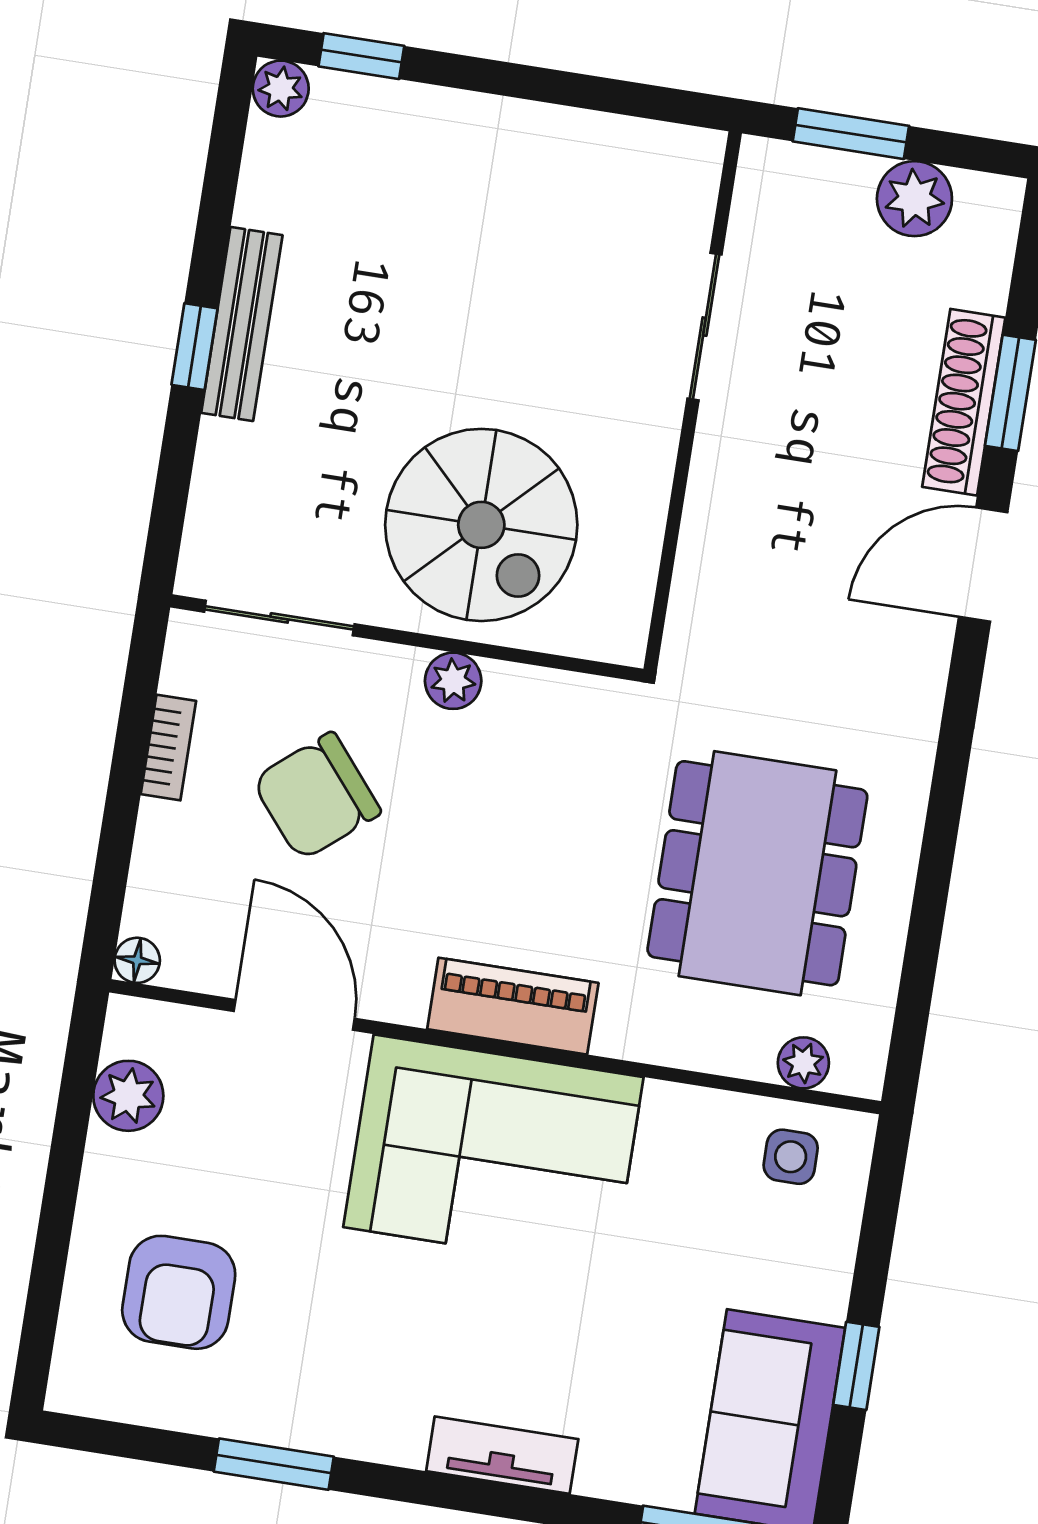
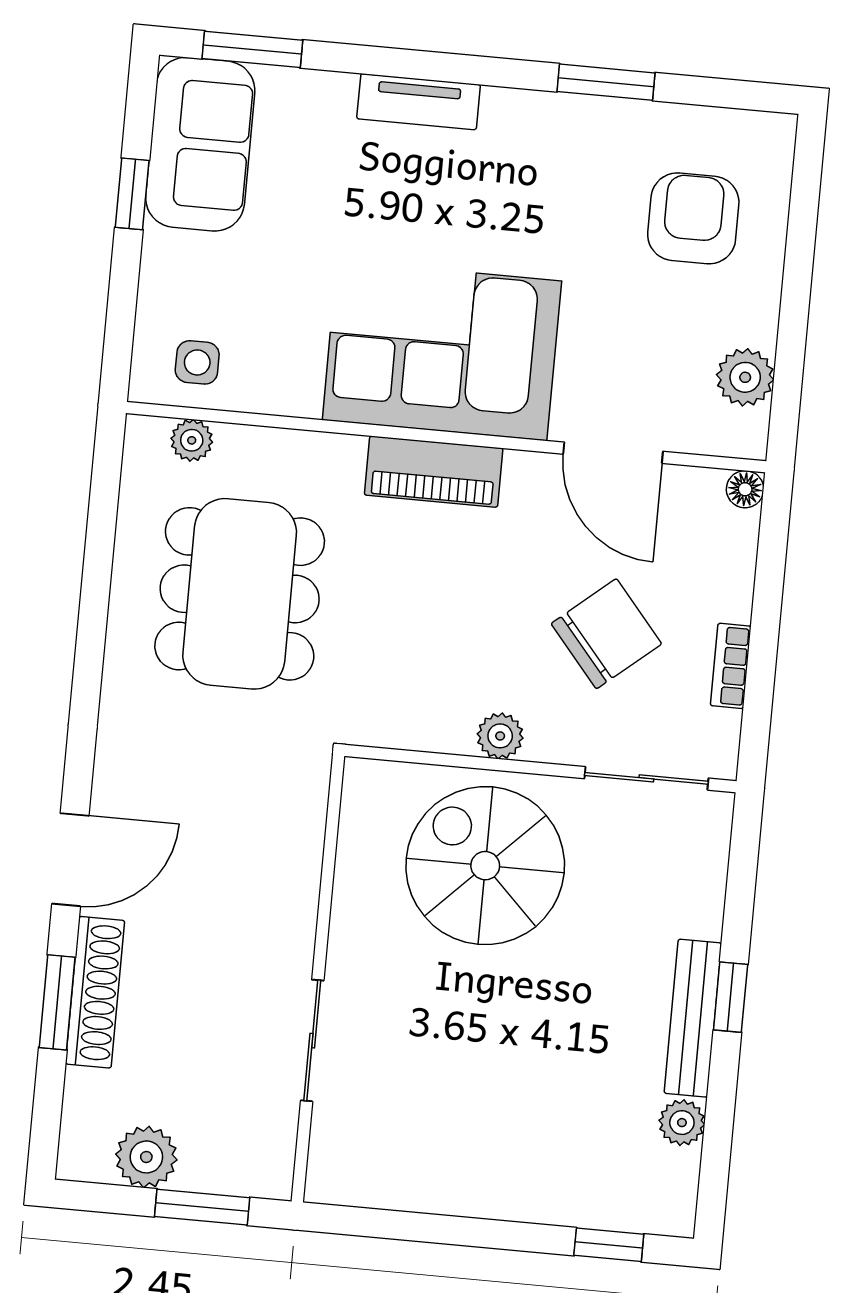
plant: (281, 89) -> (682, 1123), moved

